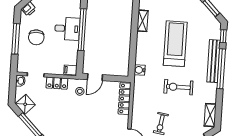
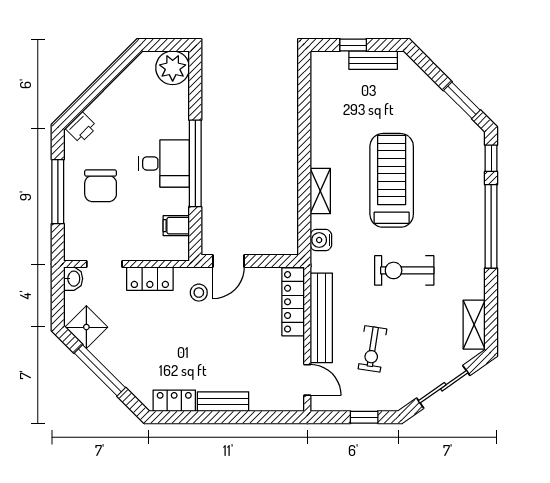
shelving: (143, 21) -> (320, 191), moved
bench: (214, 61) -> (321, 318), moved
filing cabinet: (70, 70) -> (176, 226), moved

